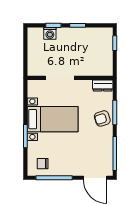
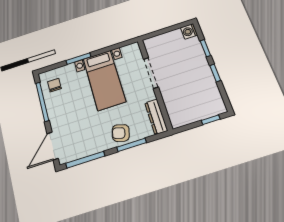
washing machine: (50, 33) -> (189, 31), moved
dresser: (103, 86) -> (156, 117), width x1.44
armchair: (102, 118) -> (121, 133), turned -57

